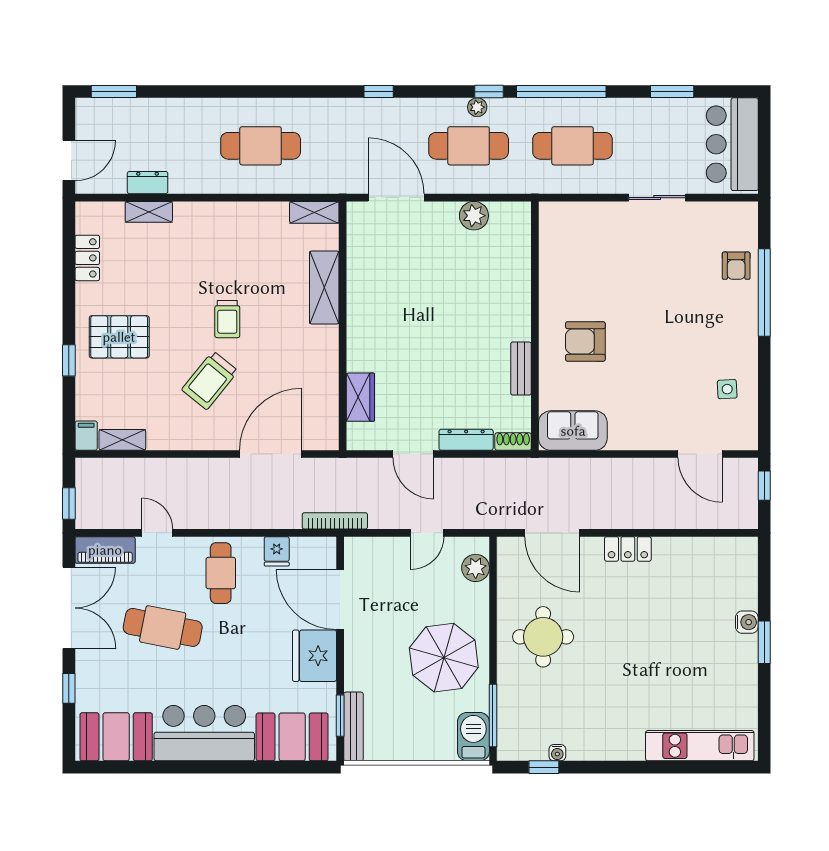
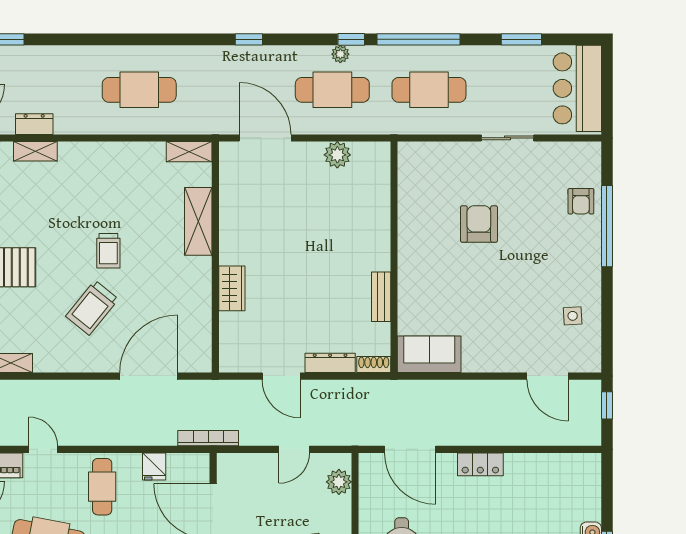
armchair: (585, 341) -> (479, 224), moved, turned 90
wardrobe: (360, 397) -> (232, 288), moved

